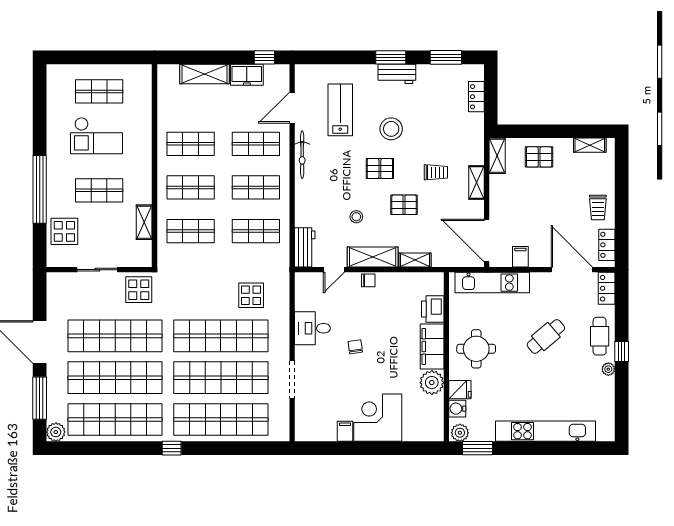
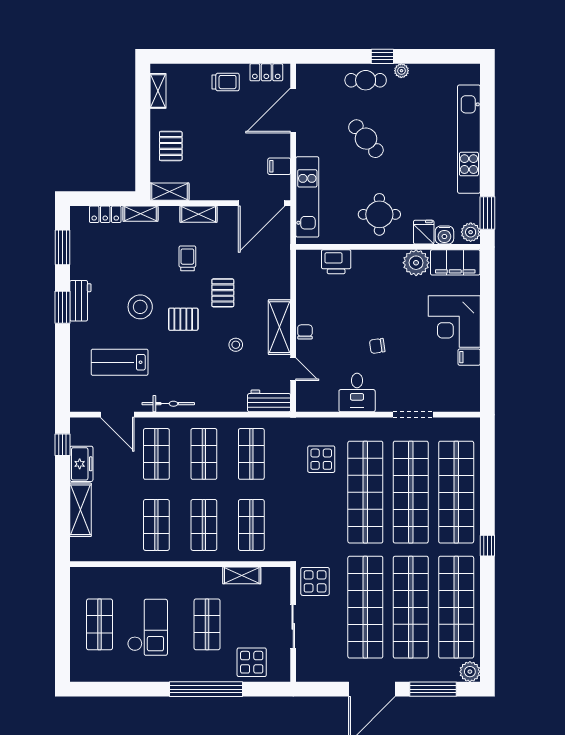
pallet: (380, 169) -> (183, 319), turned 90
shelving: (415, 260) -> (140, 214), moved, turned 90
locker: (607, 288) -> (314, 73), removed
filing cabinet: (432, 346) -> (455, 262), moved

